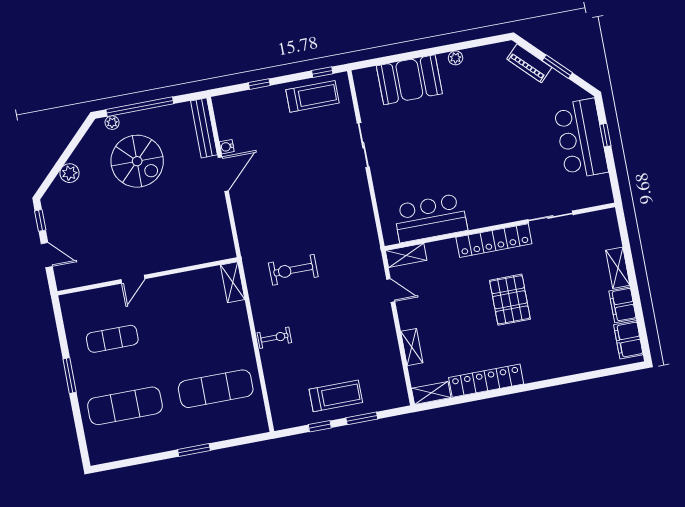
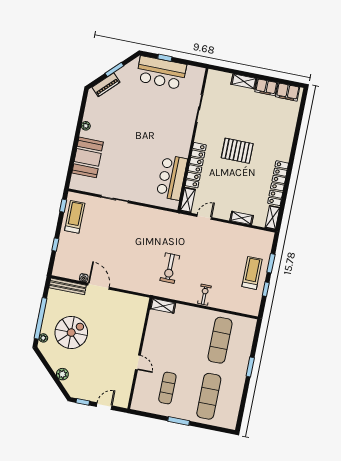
locker: (494, 241) -> (196, 165), moved

